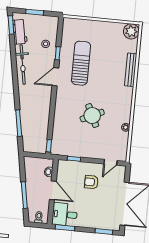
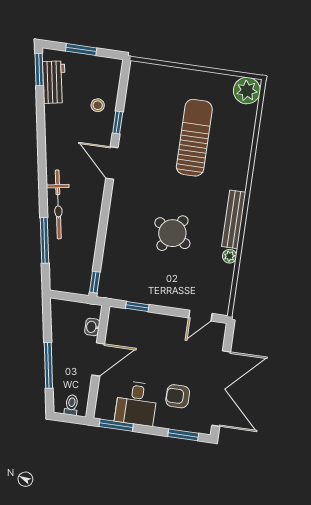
sun lounger: (81, 63) -> (194, 138), moved
bicycle: (23, 65) -> (58, 204), moved
bench: (131, 70) -> (234, 219), moved
door: (55, 77) -> (112, 163), hinge flipped
round table: (92, 116) -> (172, 233), turned -33
armchair: (91, 182) -> (178, 396), moved
door: (53, 190) -> (98, 359), hinge flipped
desk: (65, 214) -> (136, 403), moved, turned -90

